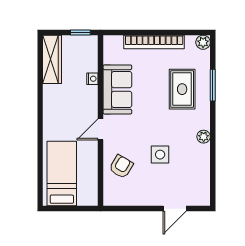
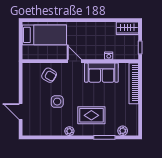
bookcase: (154, 42) -> (134, 83), moved
plant: (203, 42) -> (123, 131), moved
wardrobe: (52, 59) -> (127, 28), width x0.67
rug: (182, 89) -> (91, 115), moved

